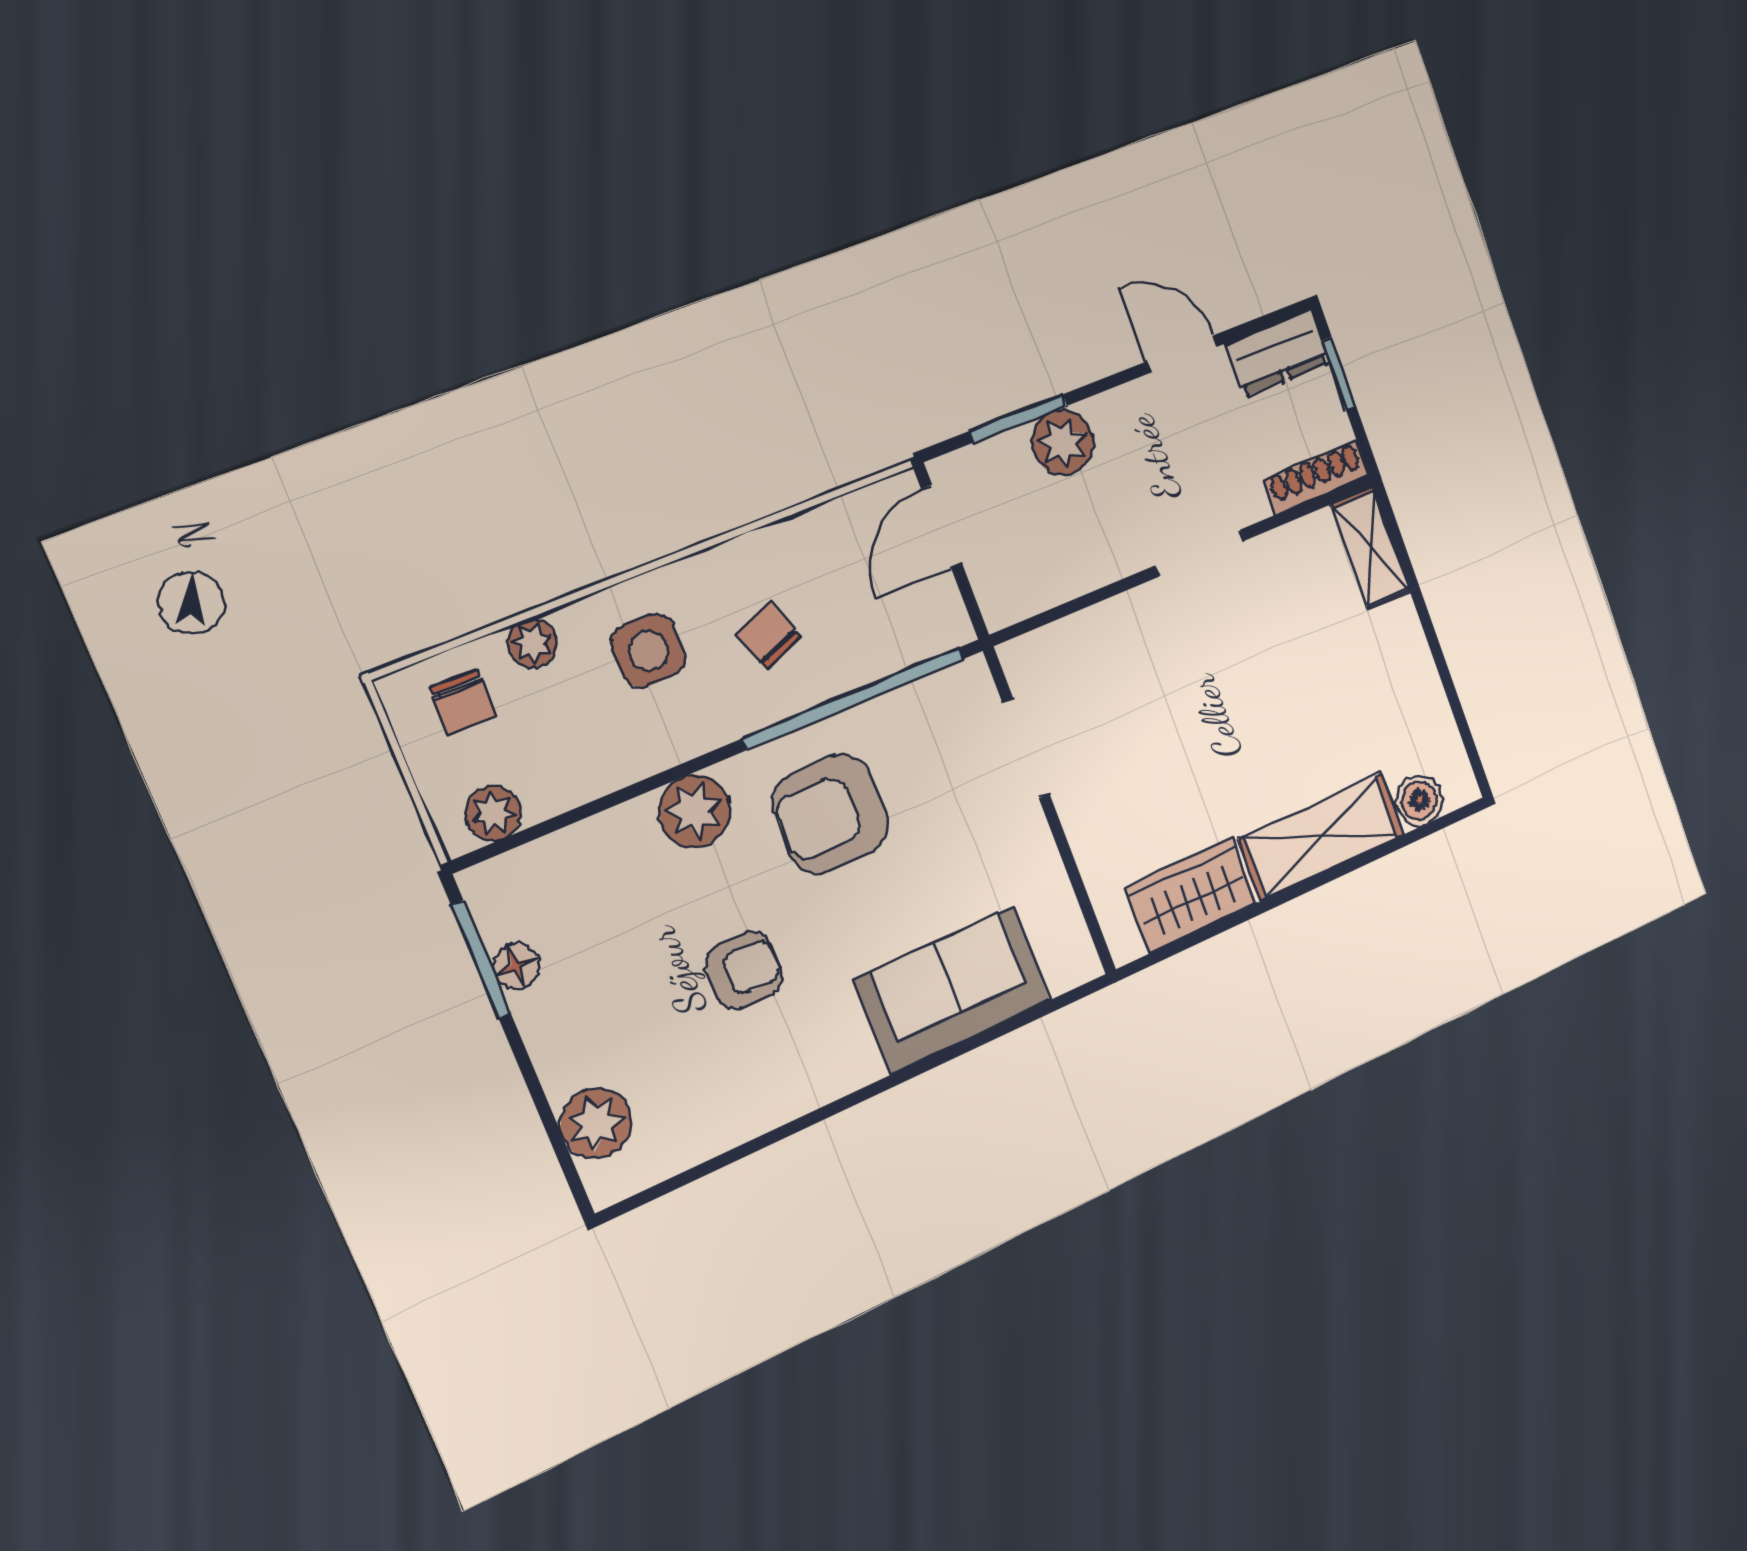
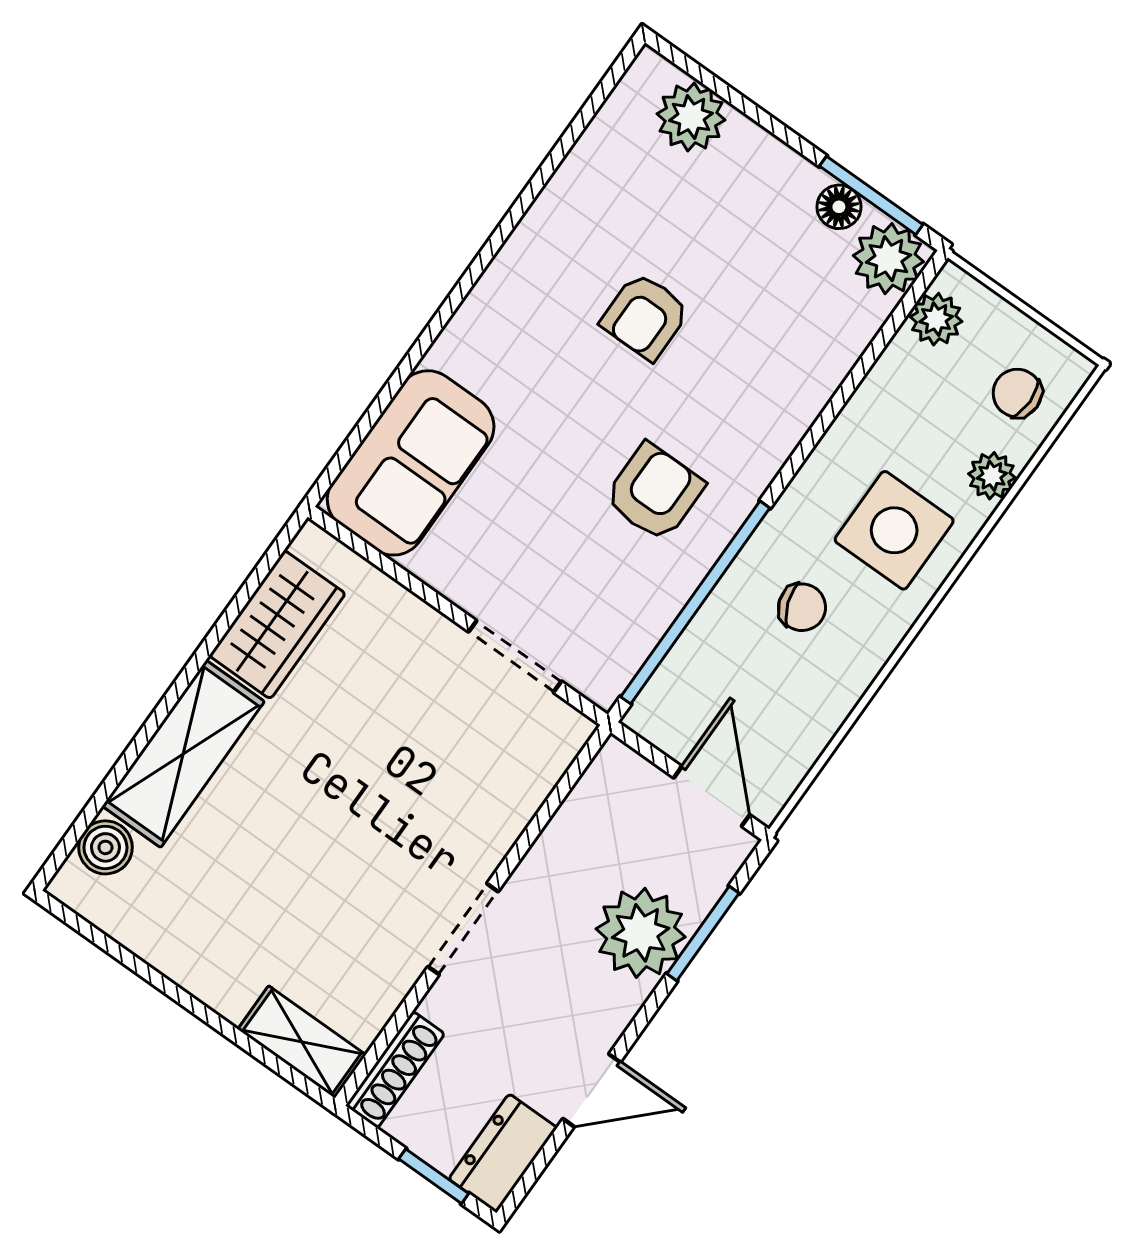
plant: (1063, 442) -> (641, 933), width x1.36, depth x1.36
side table: (648, 651) -> (894, 530), width x1.37, depth x1.37
plant: (695, 811) -> (888, 259), moved
armchair: (830, 814) -> (654, 492), width x0.72, depth x0.72
sofa: (953, 990) -> (411, 463), moved

